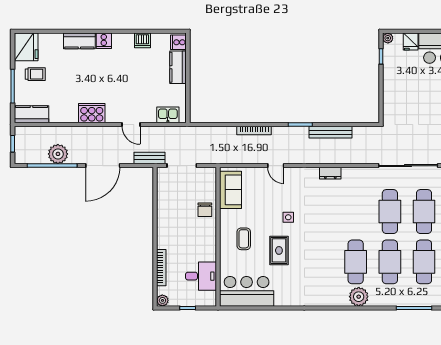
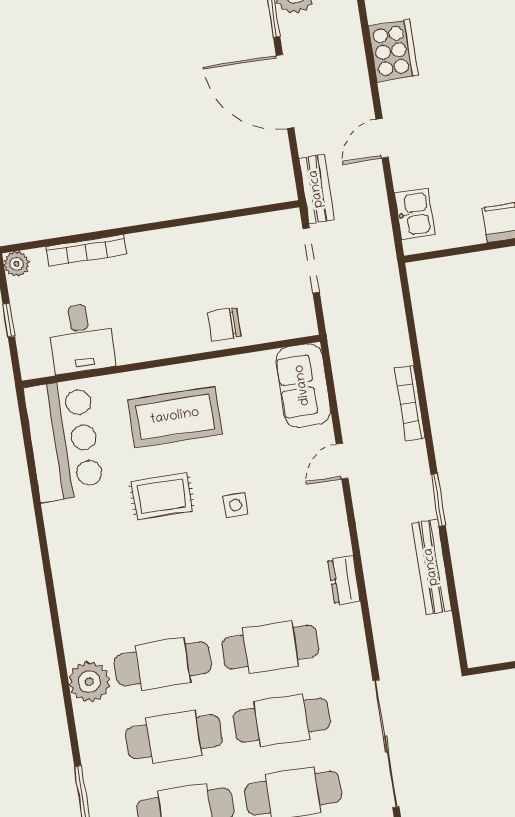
sofa: (230, 190) -> (303, 385), moved, turned 90
cafe table: (356, 212) -> (270, 647), added
coffee table: (244, 239) -> (175, 417), width x1.86, depth x1.72

